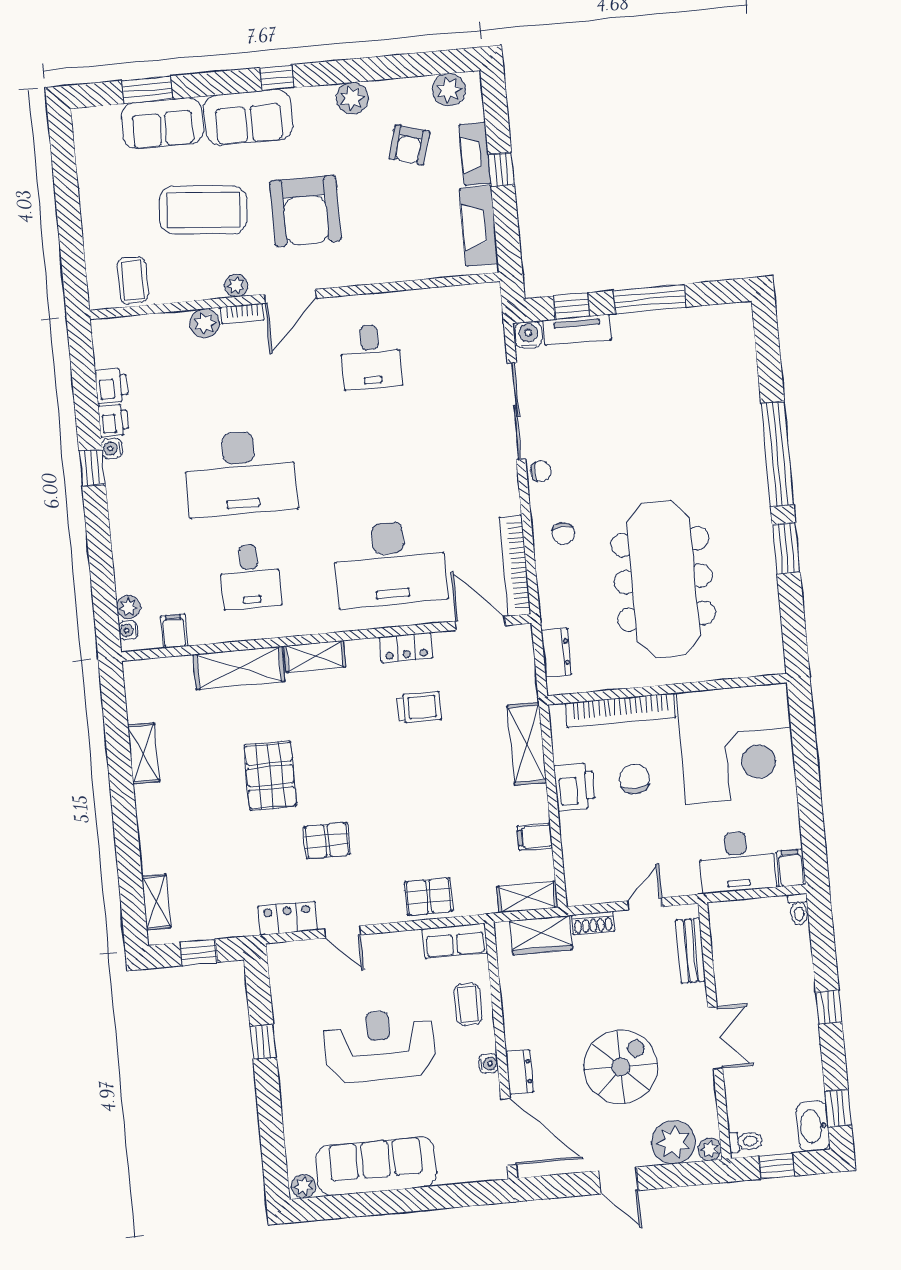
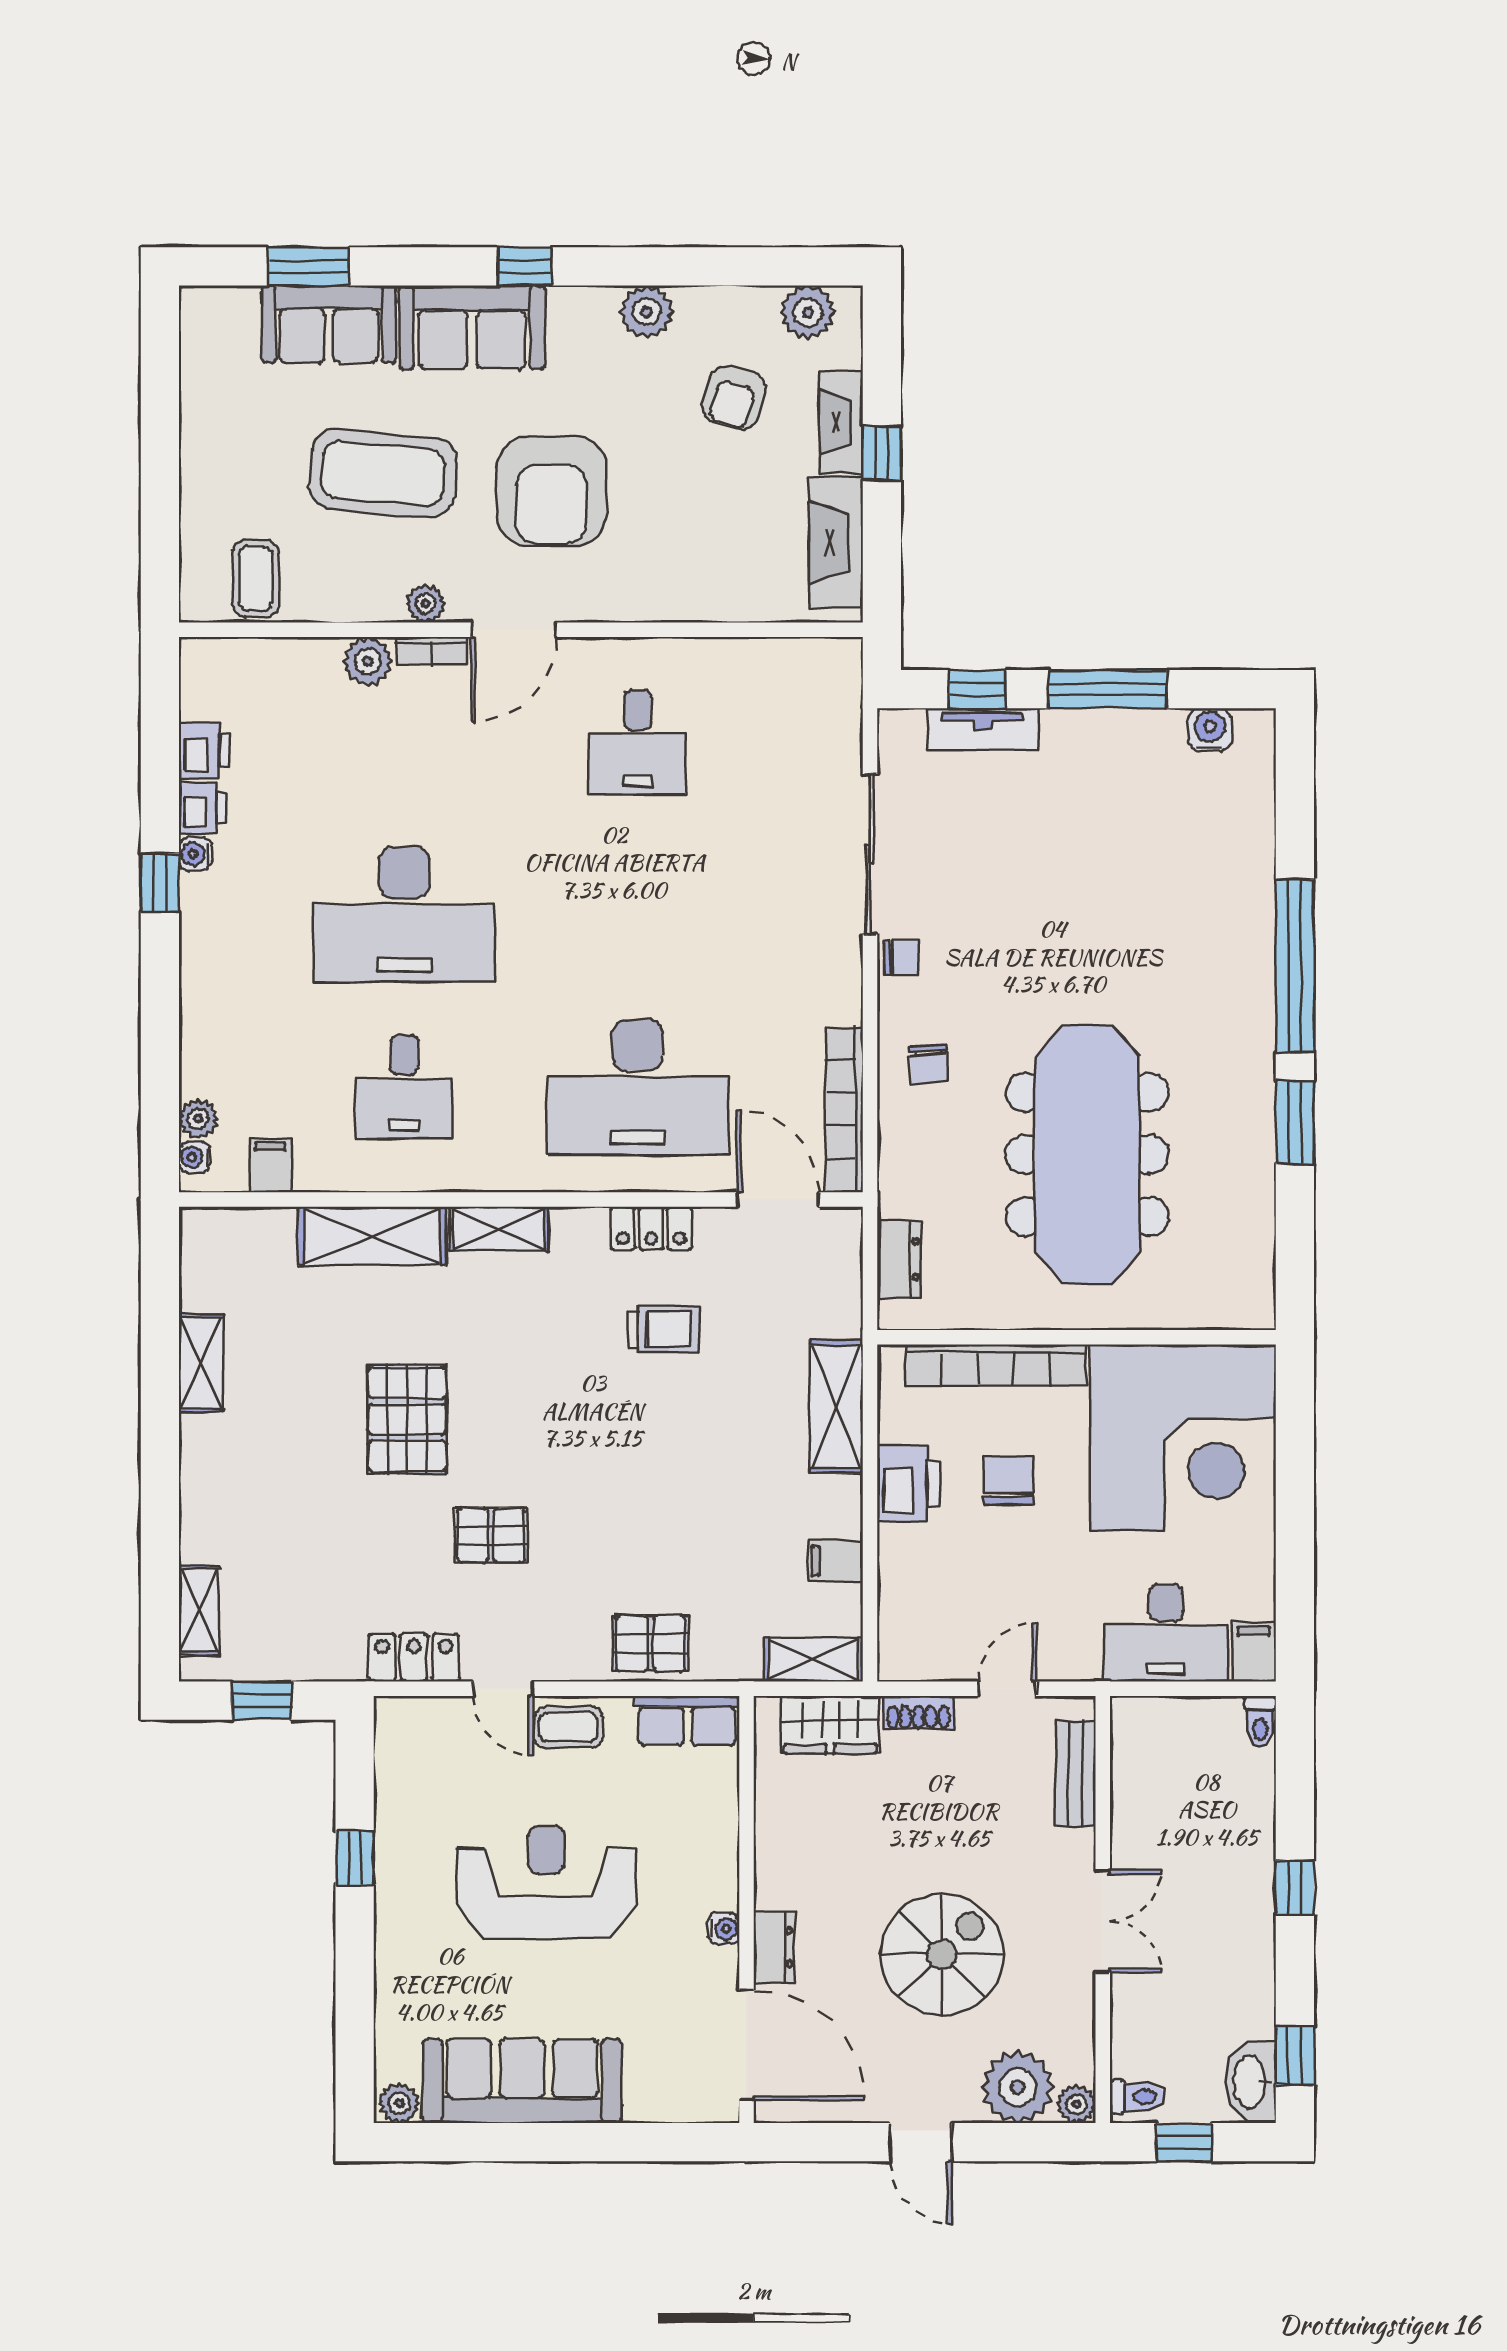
water cooler: (528, 335) -> (1210, 730), moved
coffee table: (468, 1004) -> (568, 1727), moved, turned 90

